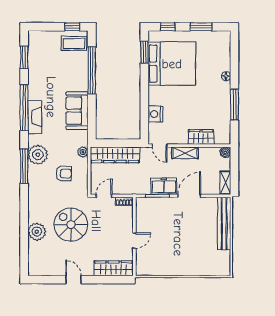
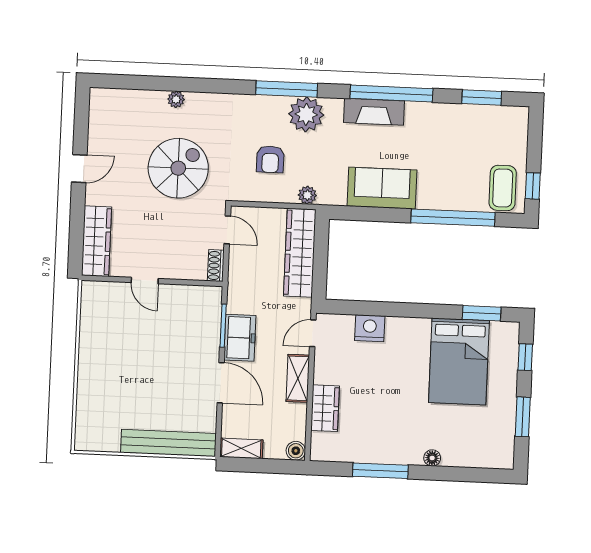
bed: (172, 64) -> (459, 361), width x0.73
plant: (37, 232) -> (176, 99), width x0.53, depth x0.53

